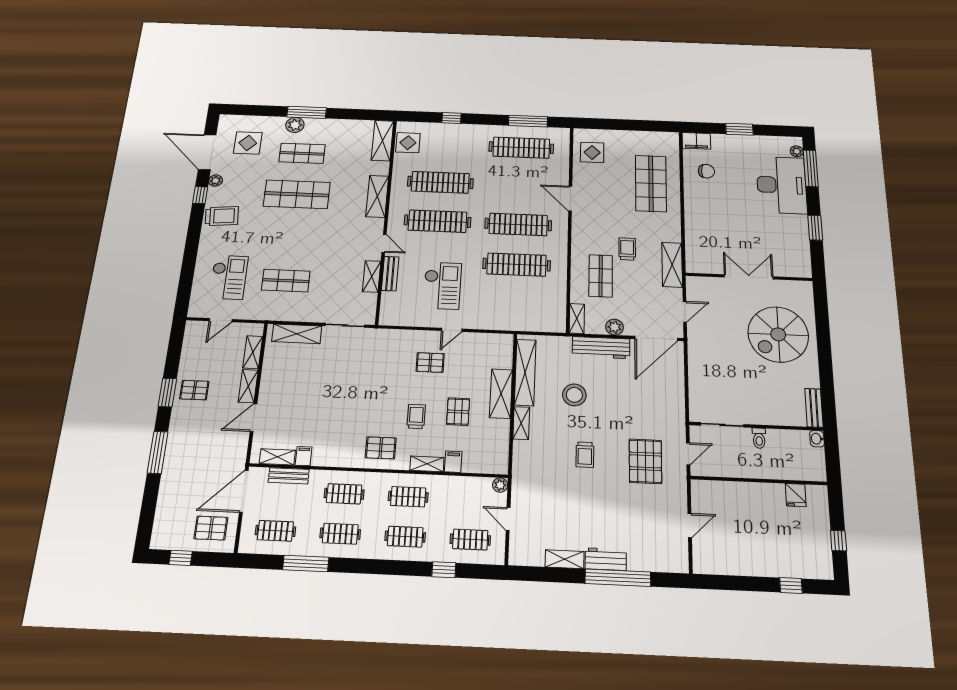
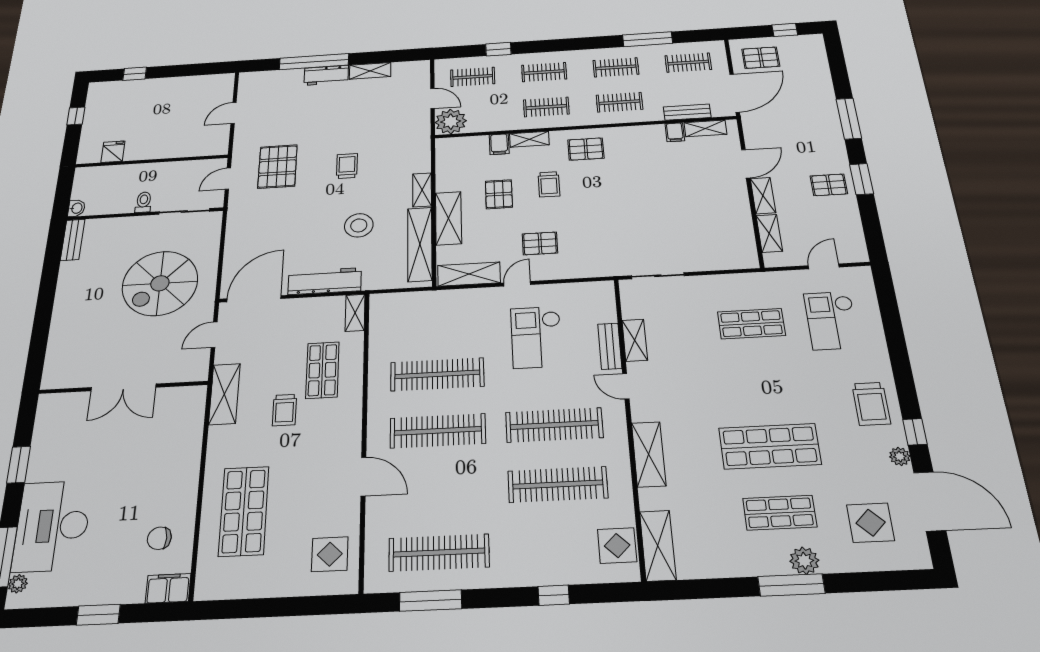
trolley: (222, 216) -> (871, 404), turned -85
plant: (615, 327) -> (307, 307), removed
shelving: (297, 334) -> (469, 274), moved
spiral stairs: (778, 334) -> (160, 283), moved, turned 180
plant: (500, 485) -> (451, 122), width x1.87, depth x1.87

